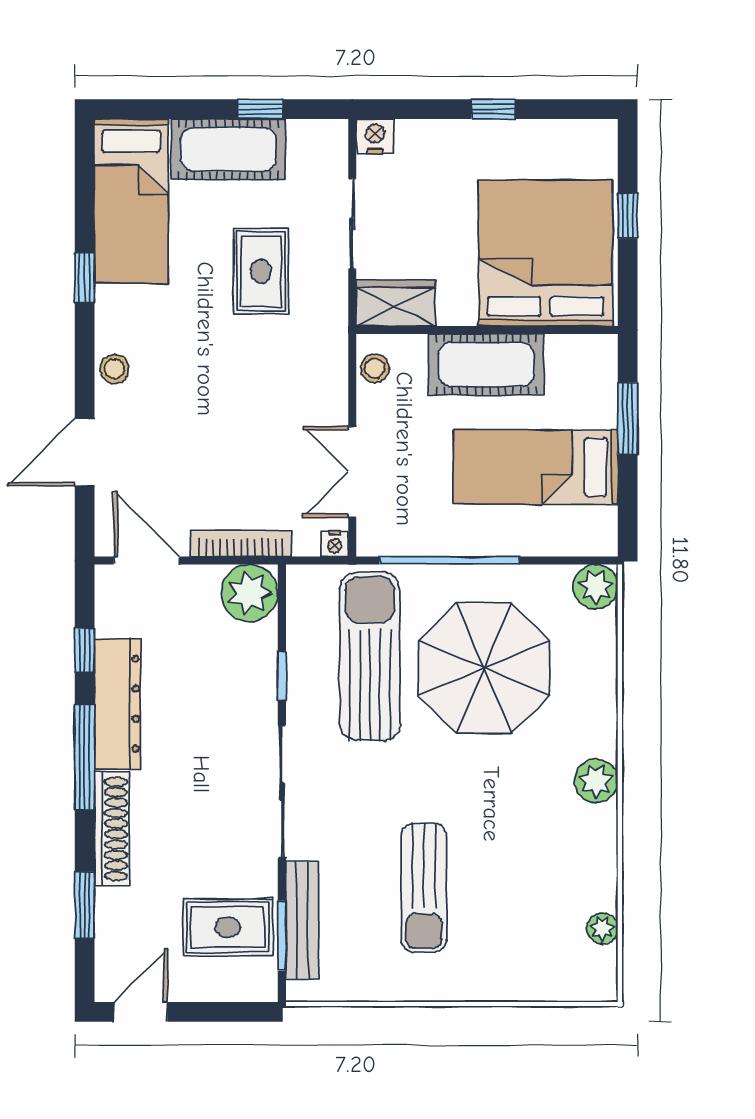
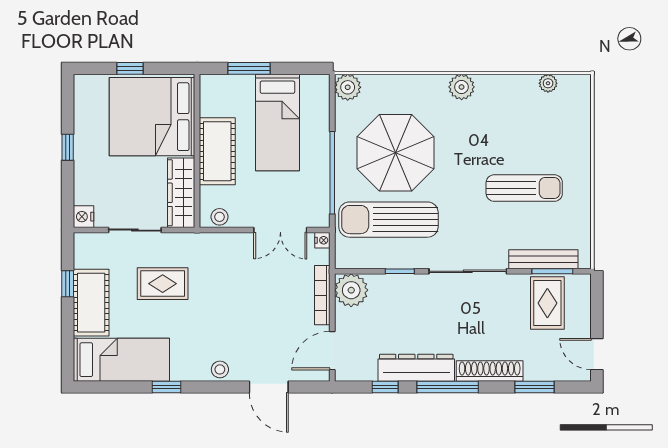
wardrobe: (396, 303) -> (181, 193), width x1.50

